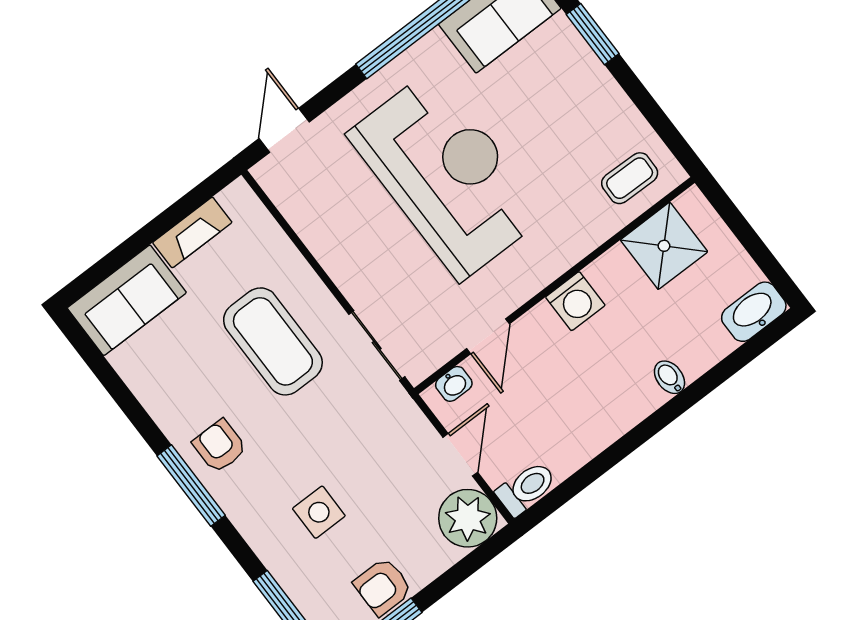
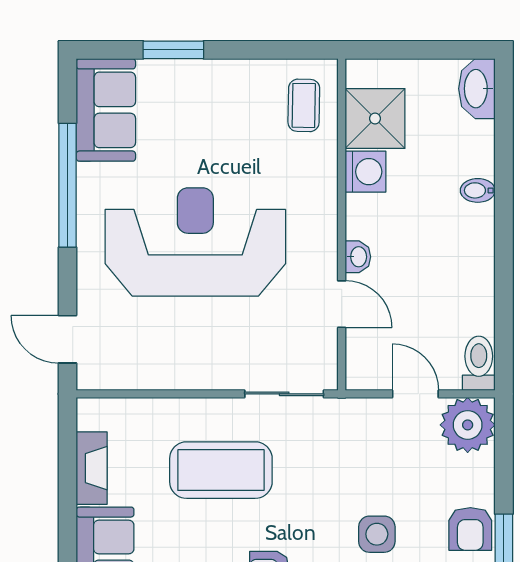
washing machine: (575, 301) -> (366, 172), moved
washbasin: (454, 384) -> (358, 257), moved

